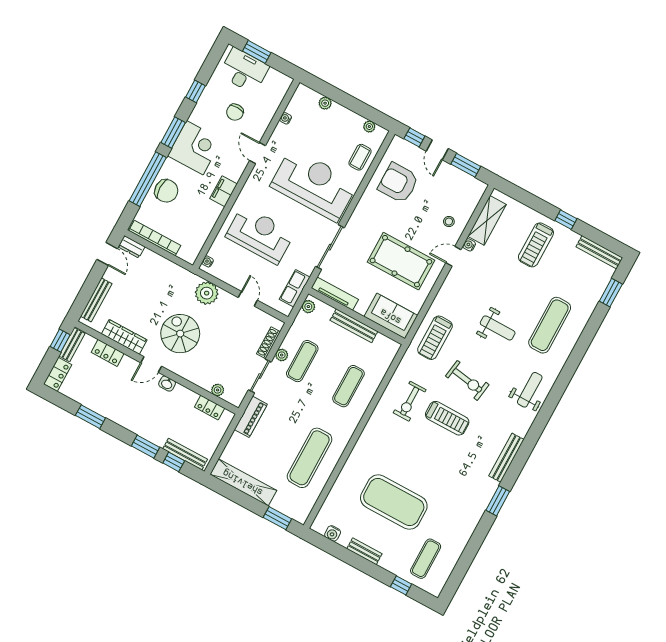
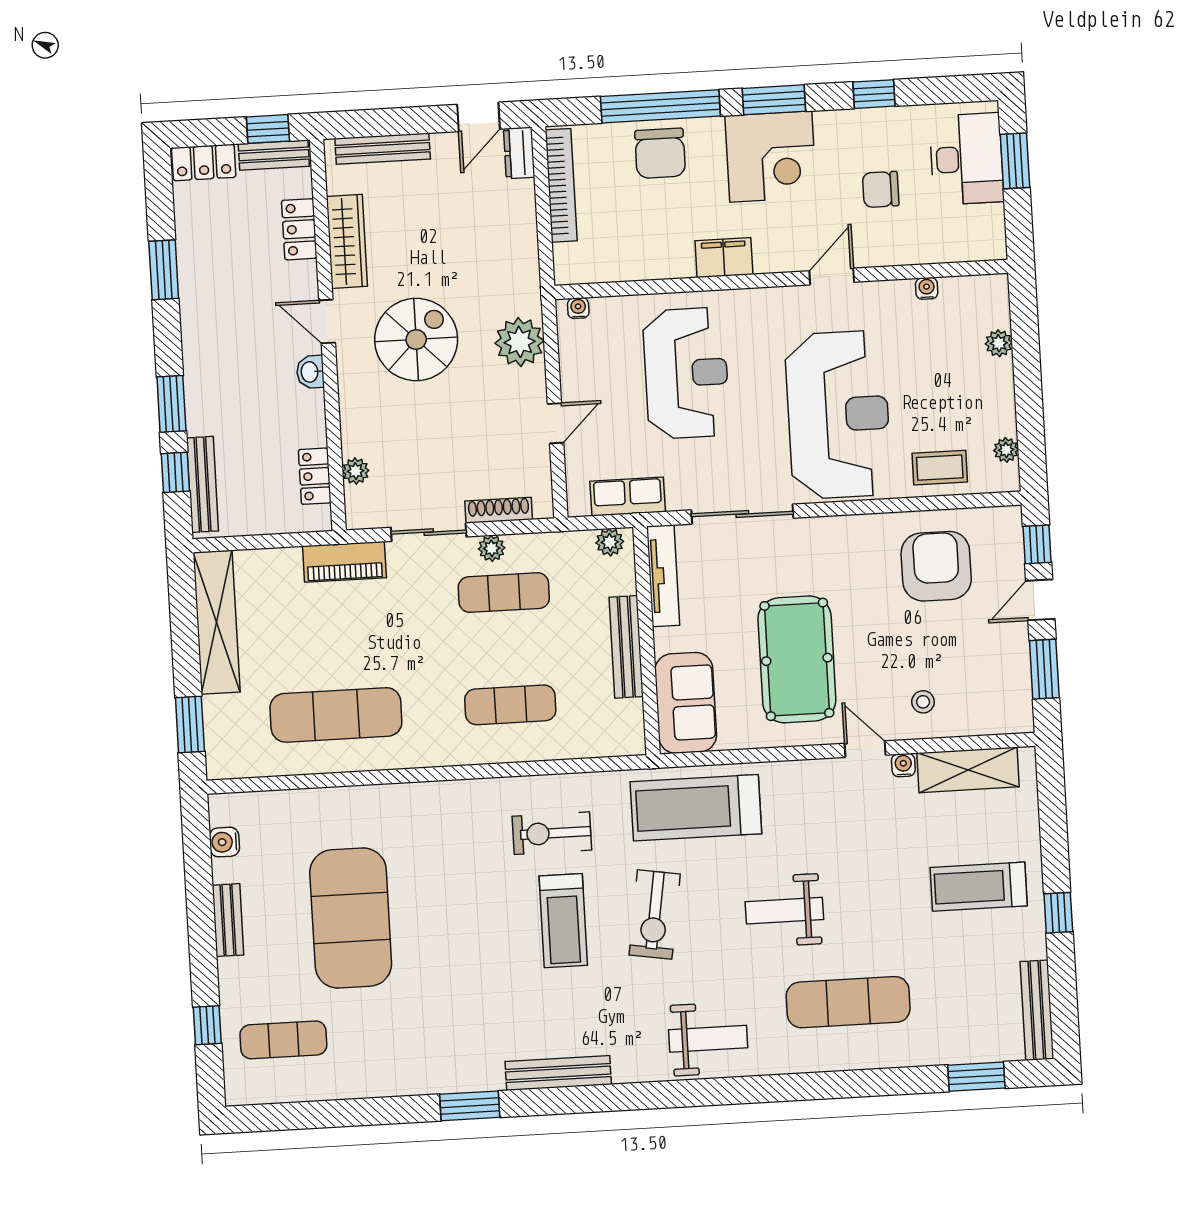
weight bench: (498, 328) -> (784, 911), turned 90
treadmill: (435, 338) -> (696, 808), width x1.37, depth x1.38

